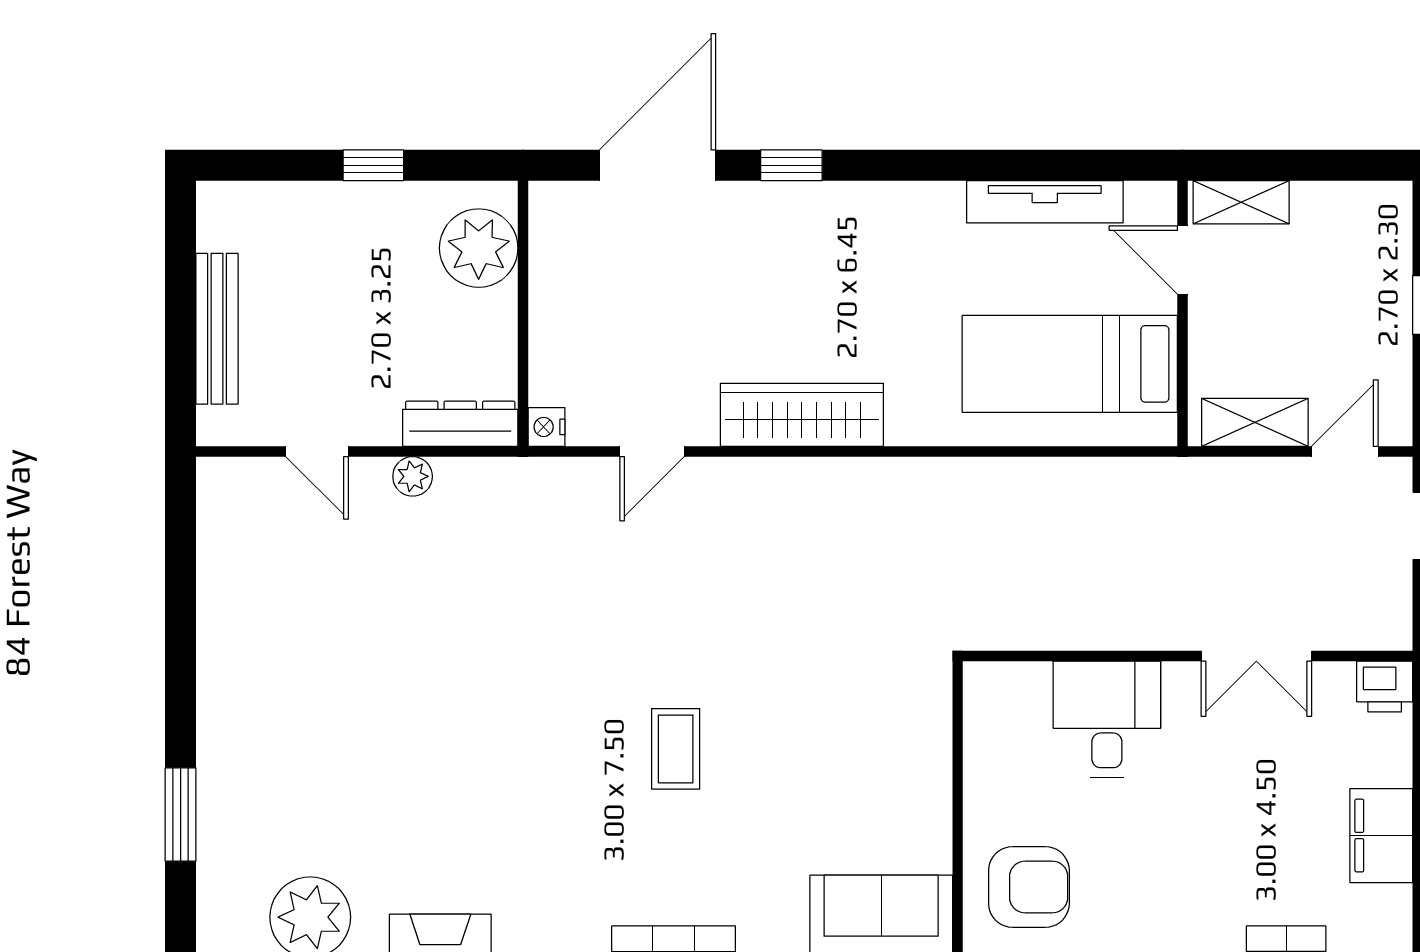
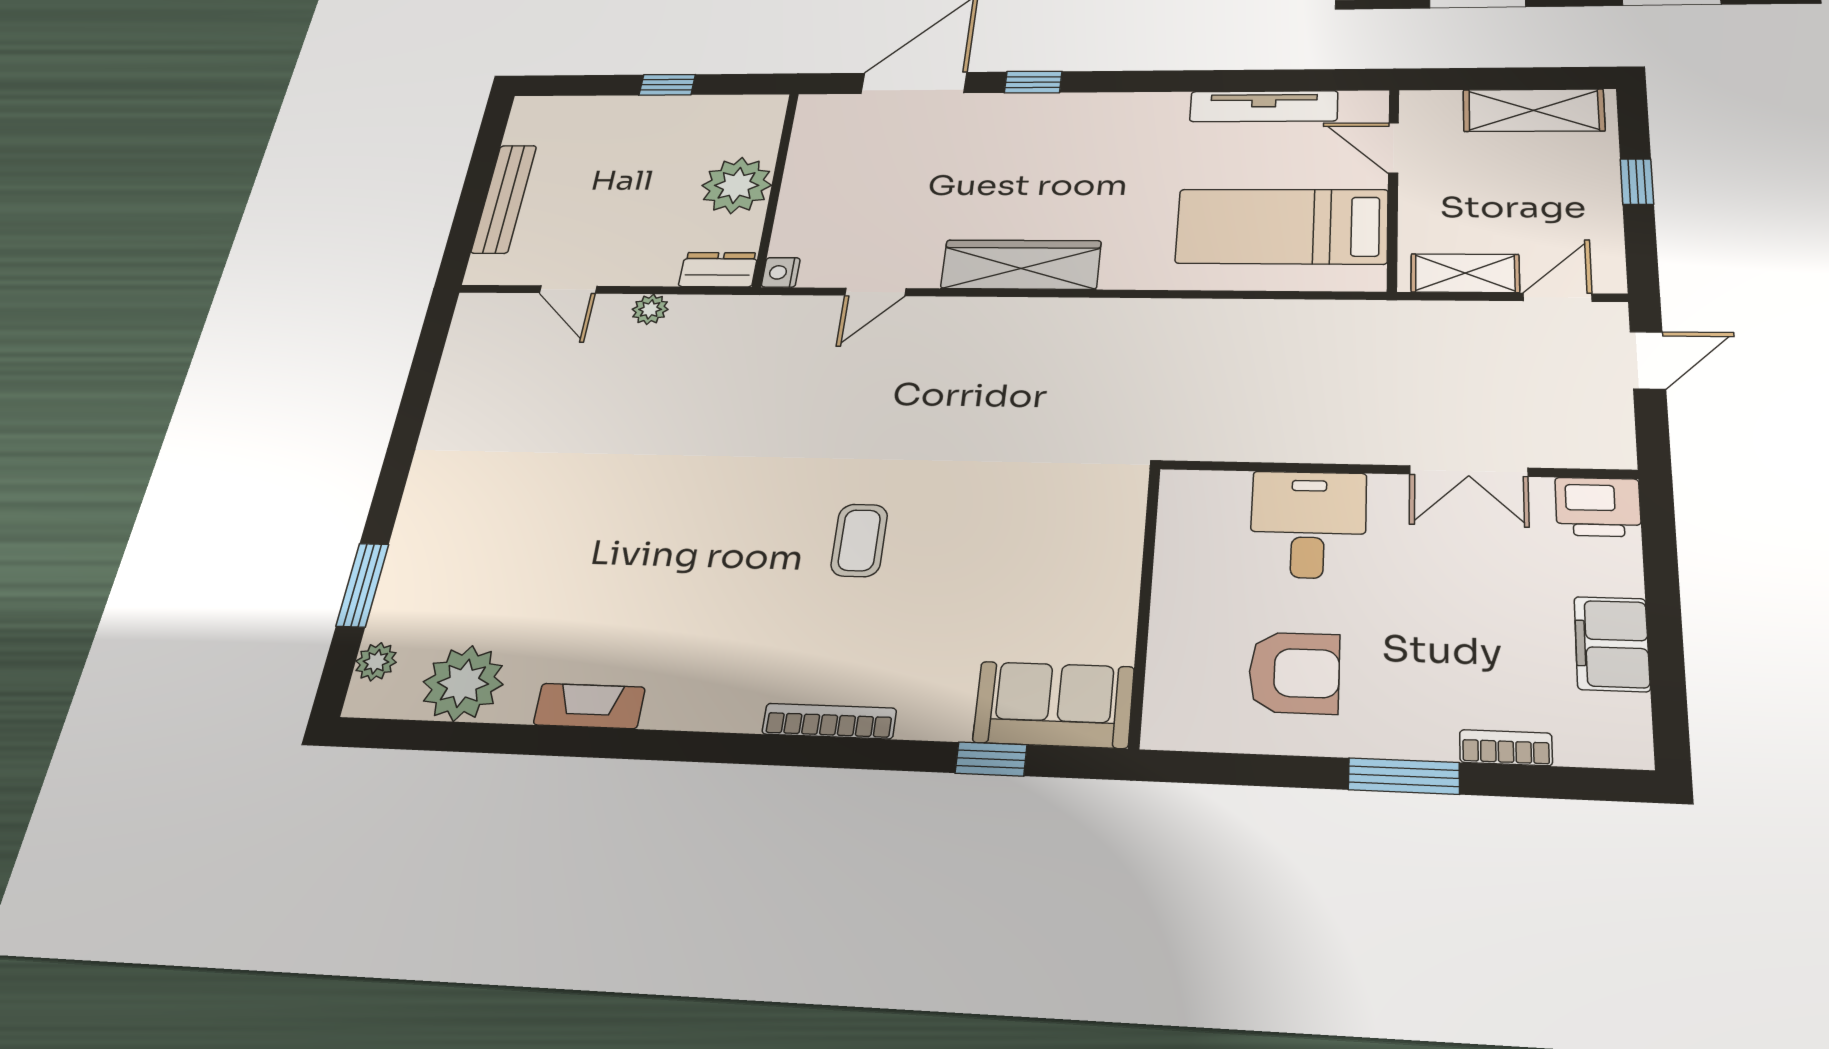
shelving: (1241, 202) -> (1534, 110), moved, width x1.50, depth x1.33
plant: (479, 248) -> (737, 185), moved
dresser: (460, 424) -> (718, 270), width x0.70
printer: (1385, 687) -> (1598, 507), width x1.36, depth x1.24
armchair: (1029, 887) -> (1294, 673), moved
plant: (217, 898) -> (376, 662), added

